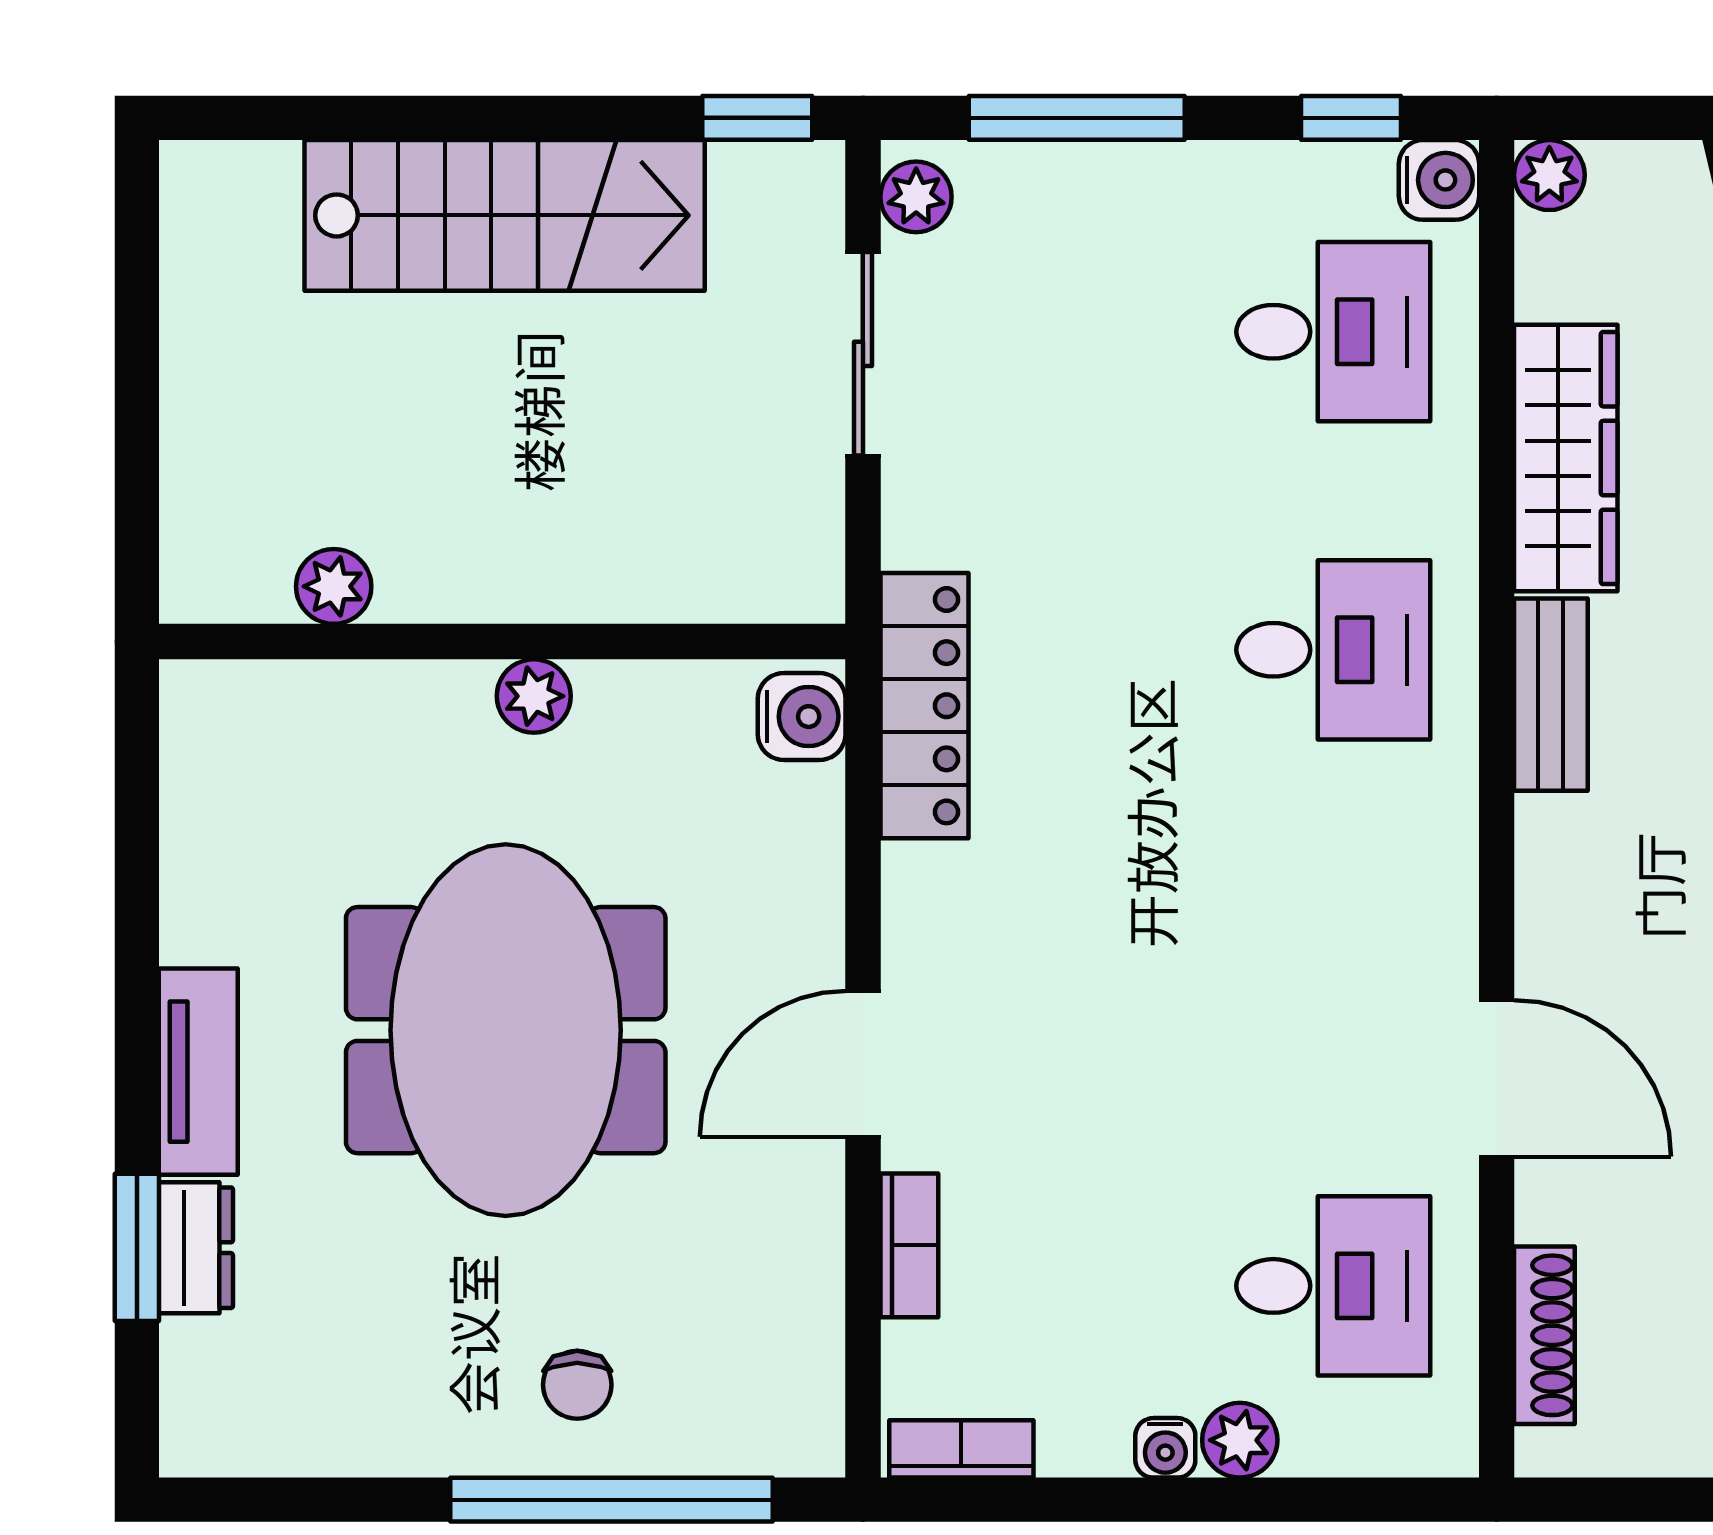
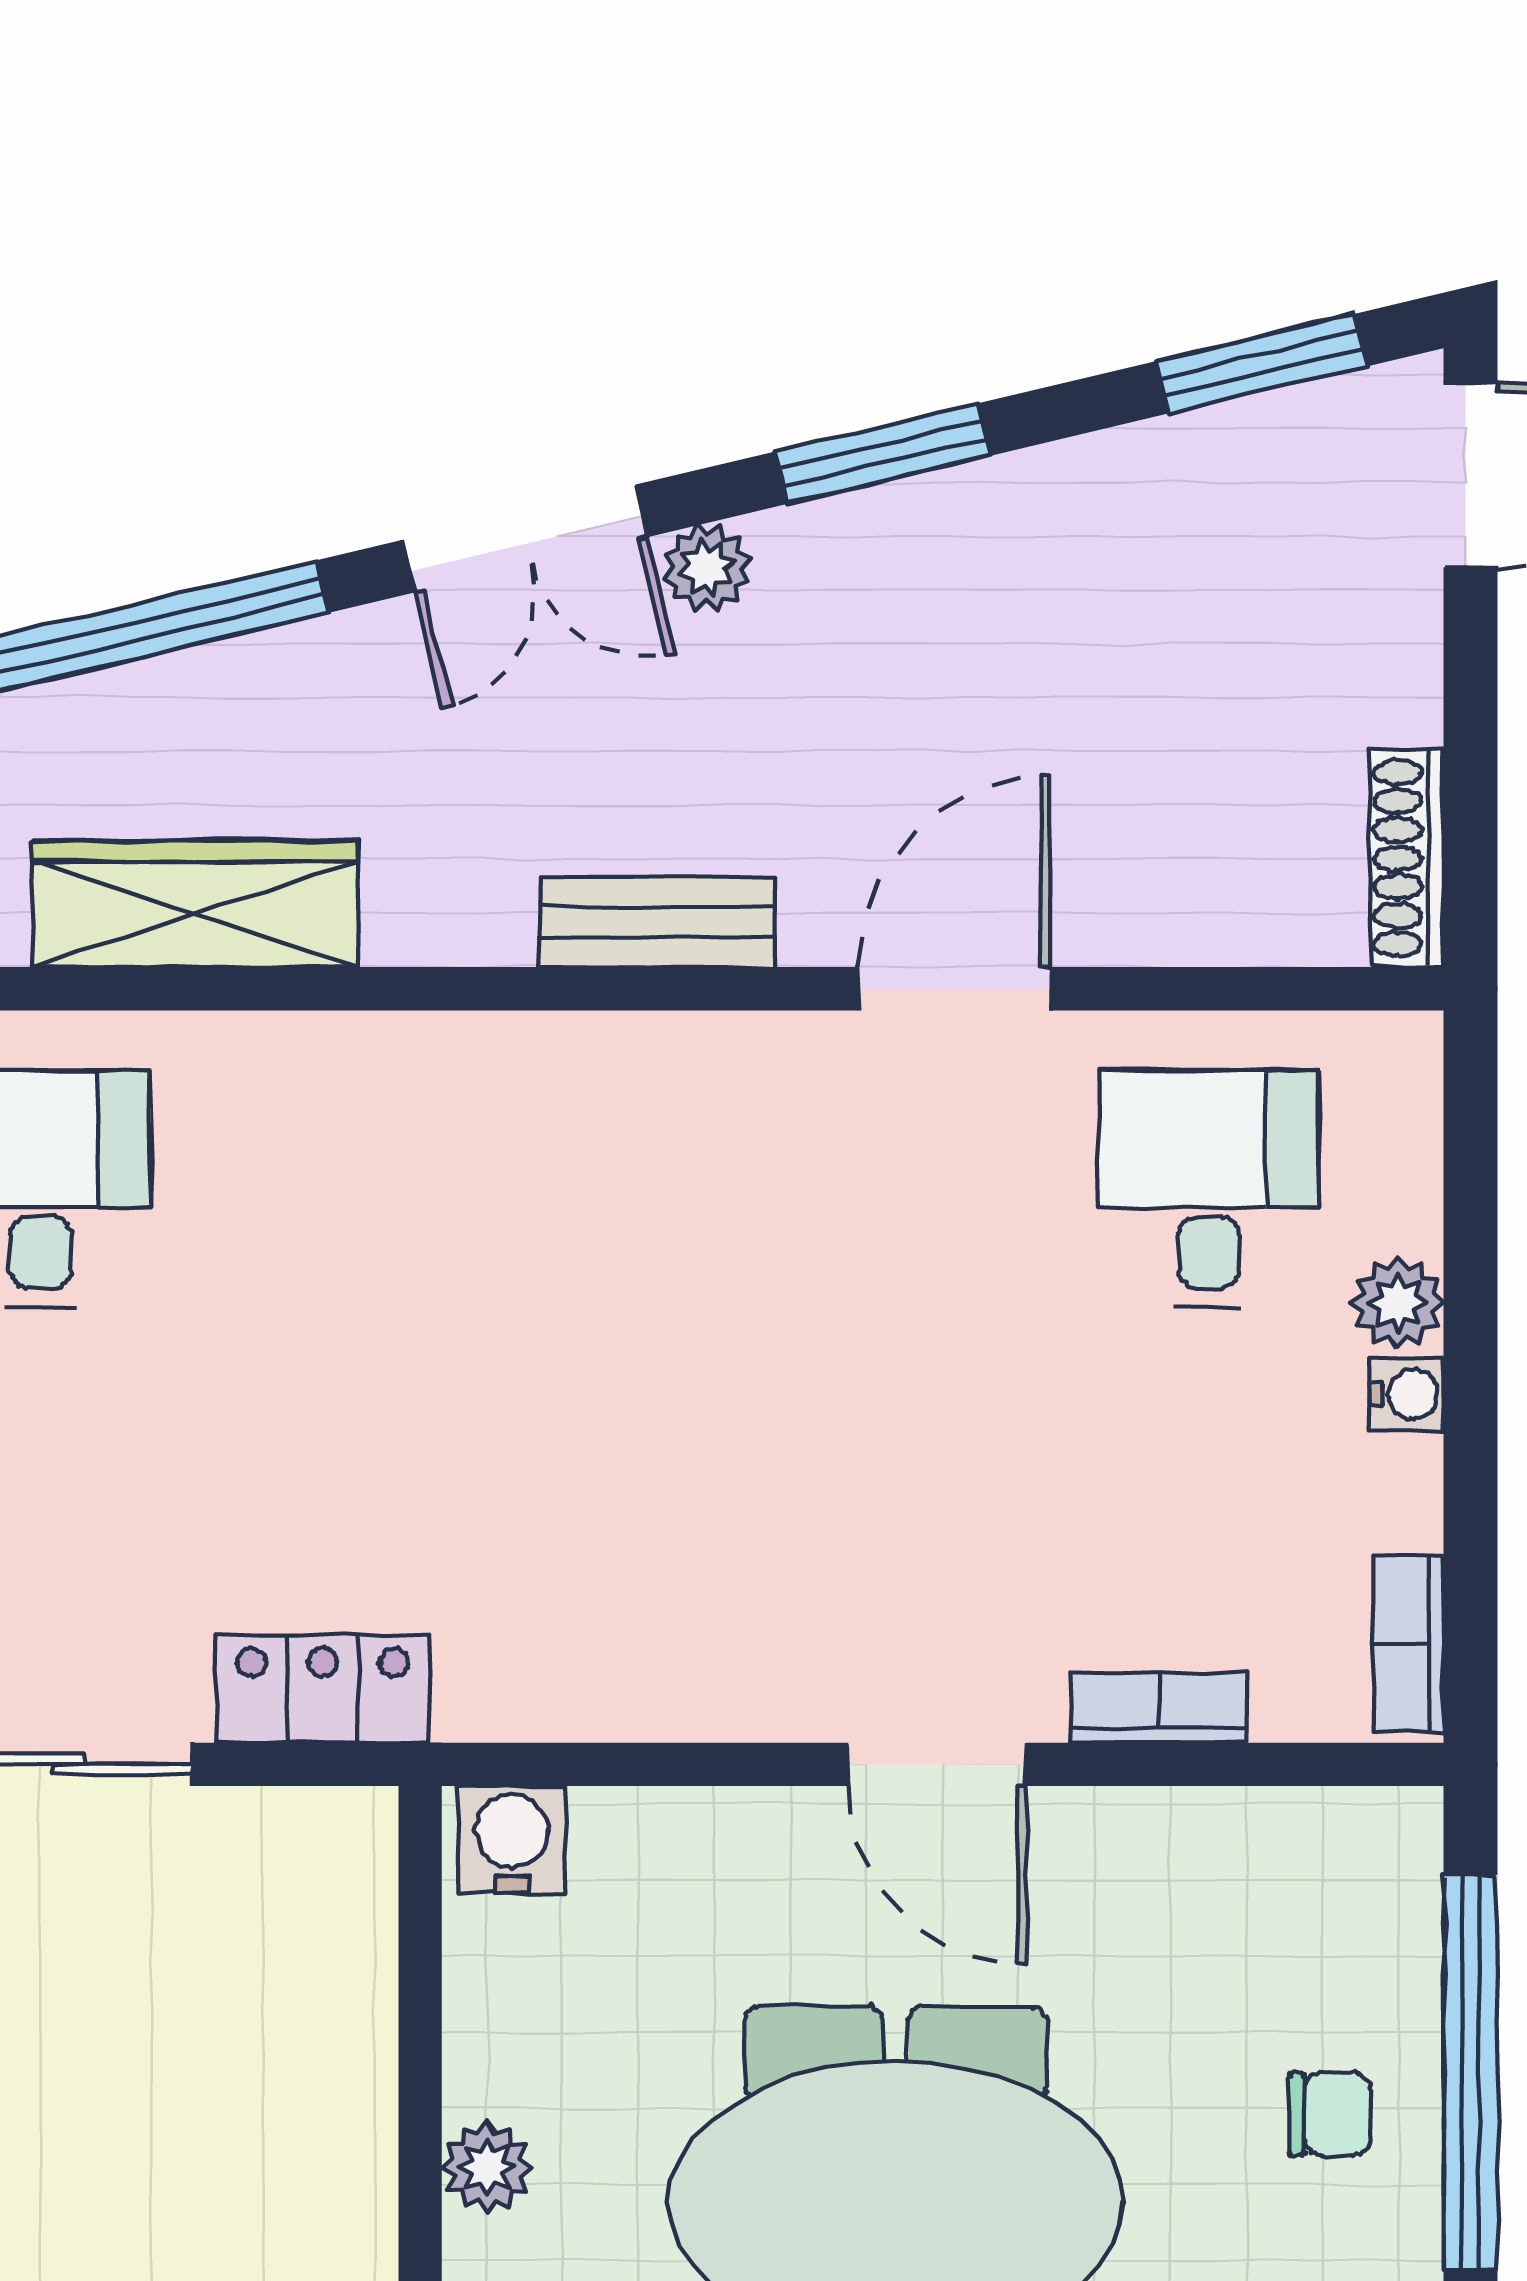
desk: (1333, 650) -> (430, 1189), removed
bench: (1551, 695) -> (658, 922), moved
locker: (925, 706) -> (323, 1689), moved, width x0.66
shoe rack: (1544, 1335) -> (1407, 858), moved, turned -90

